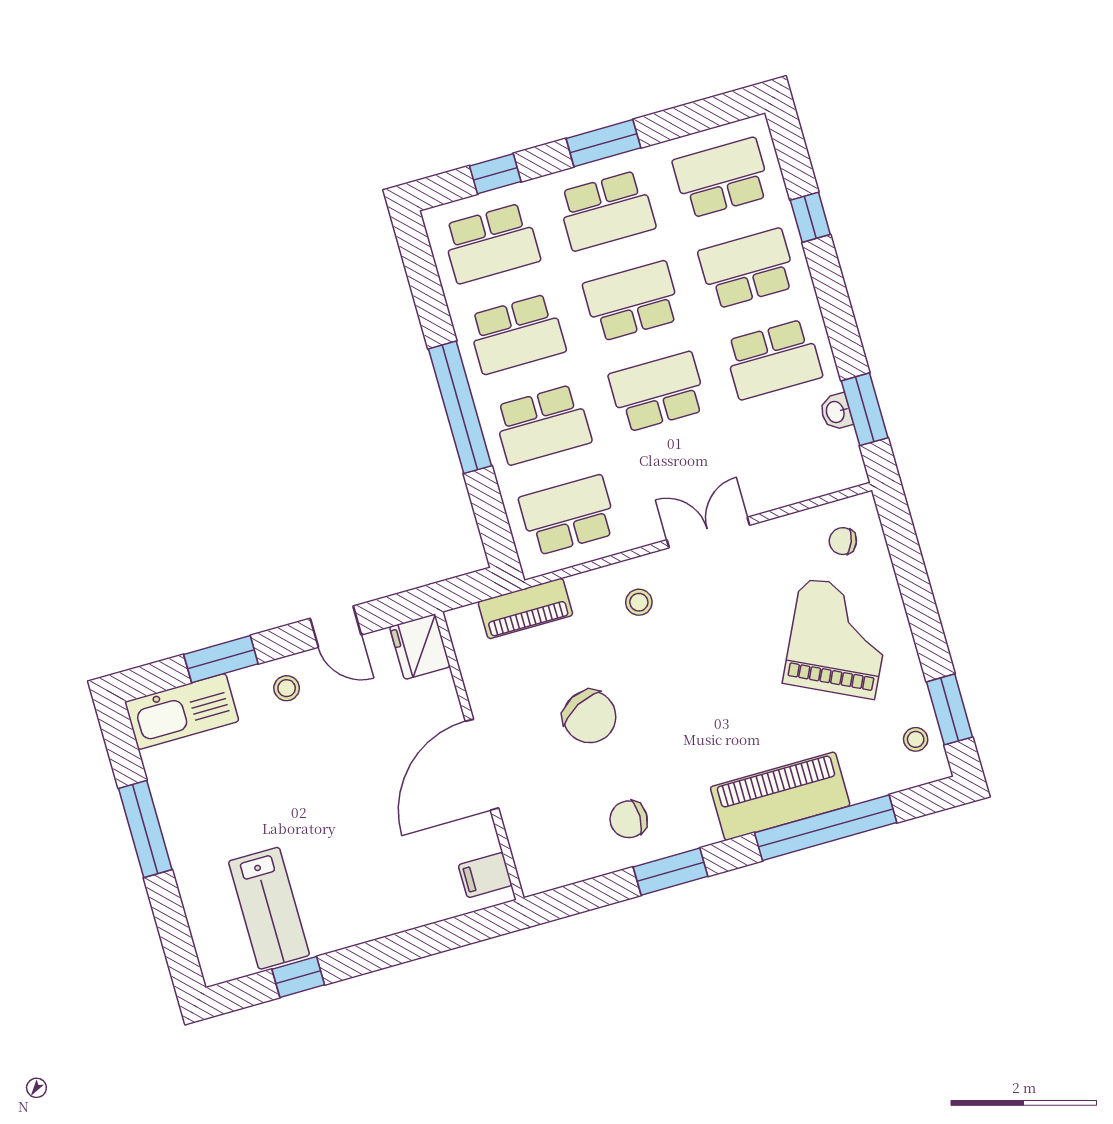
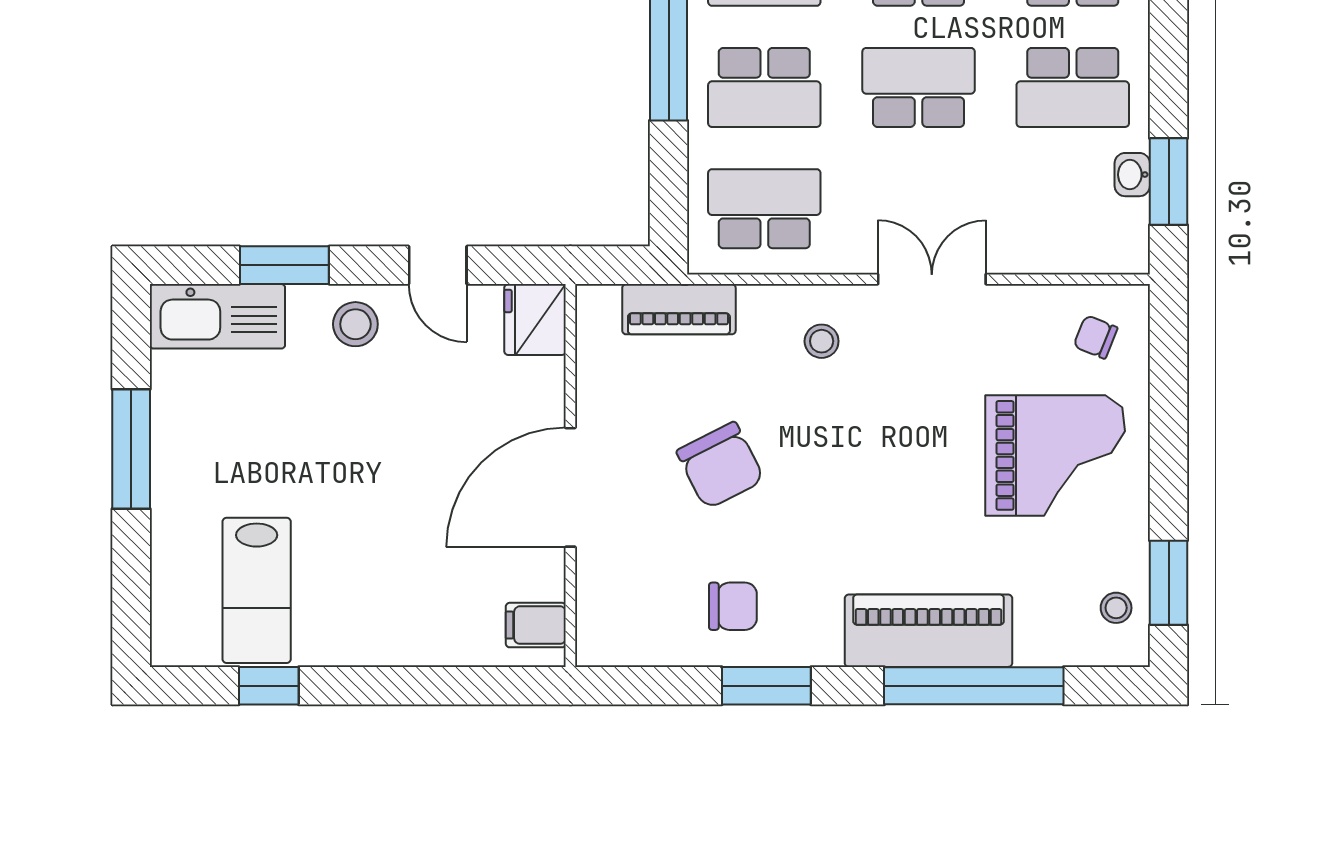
grand piano: (838, 638) -> (1055, 455), turned 64
stool: (287, 688) -> (355, 324), width x1.37, depth x1.37
chair: (629, 819) -> (733, 606), turned 180

